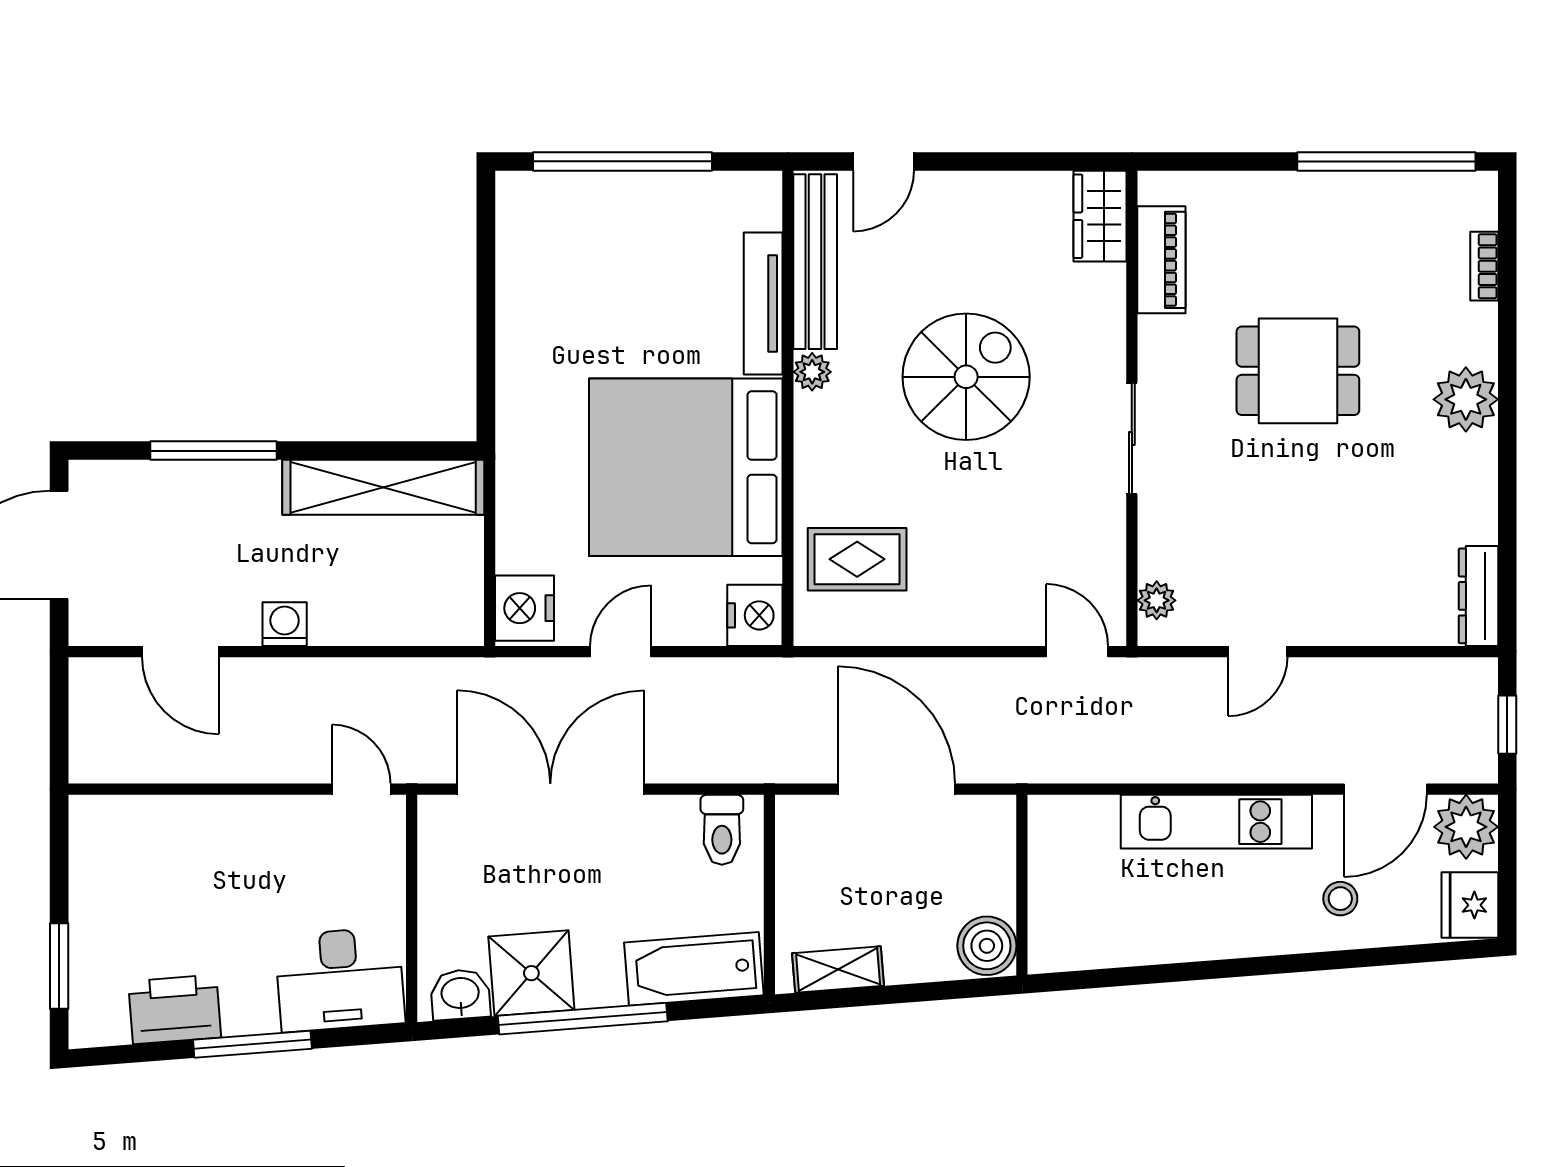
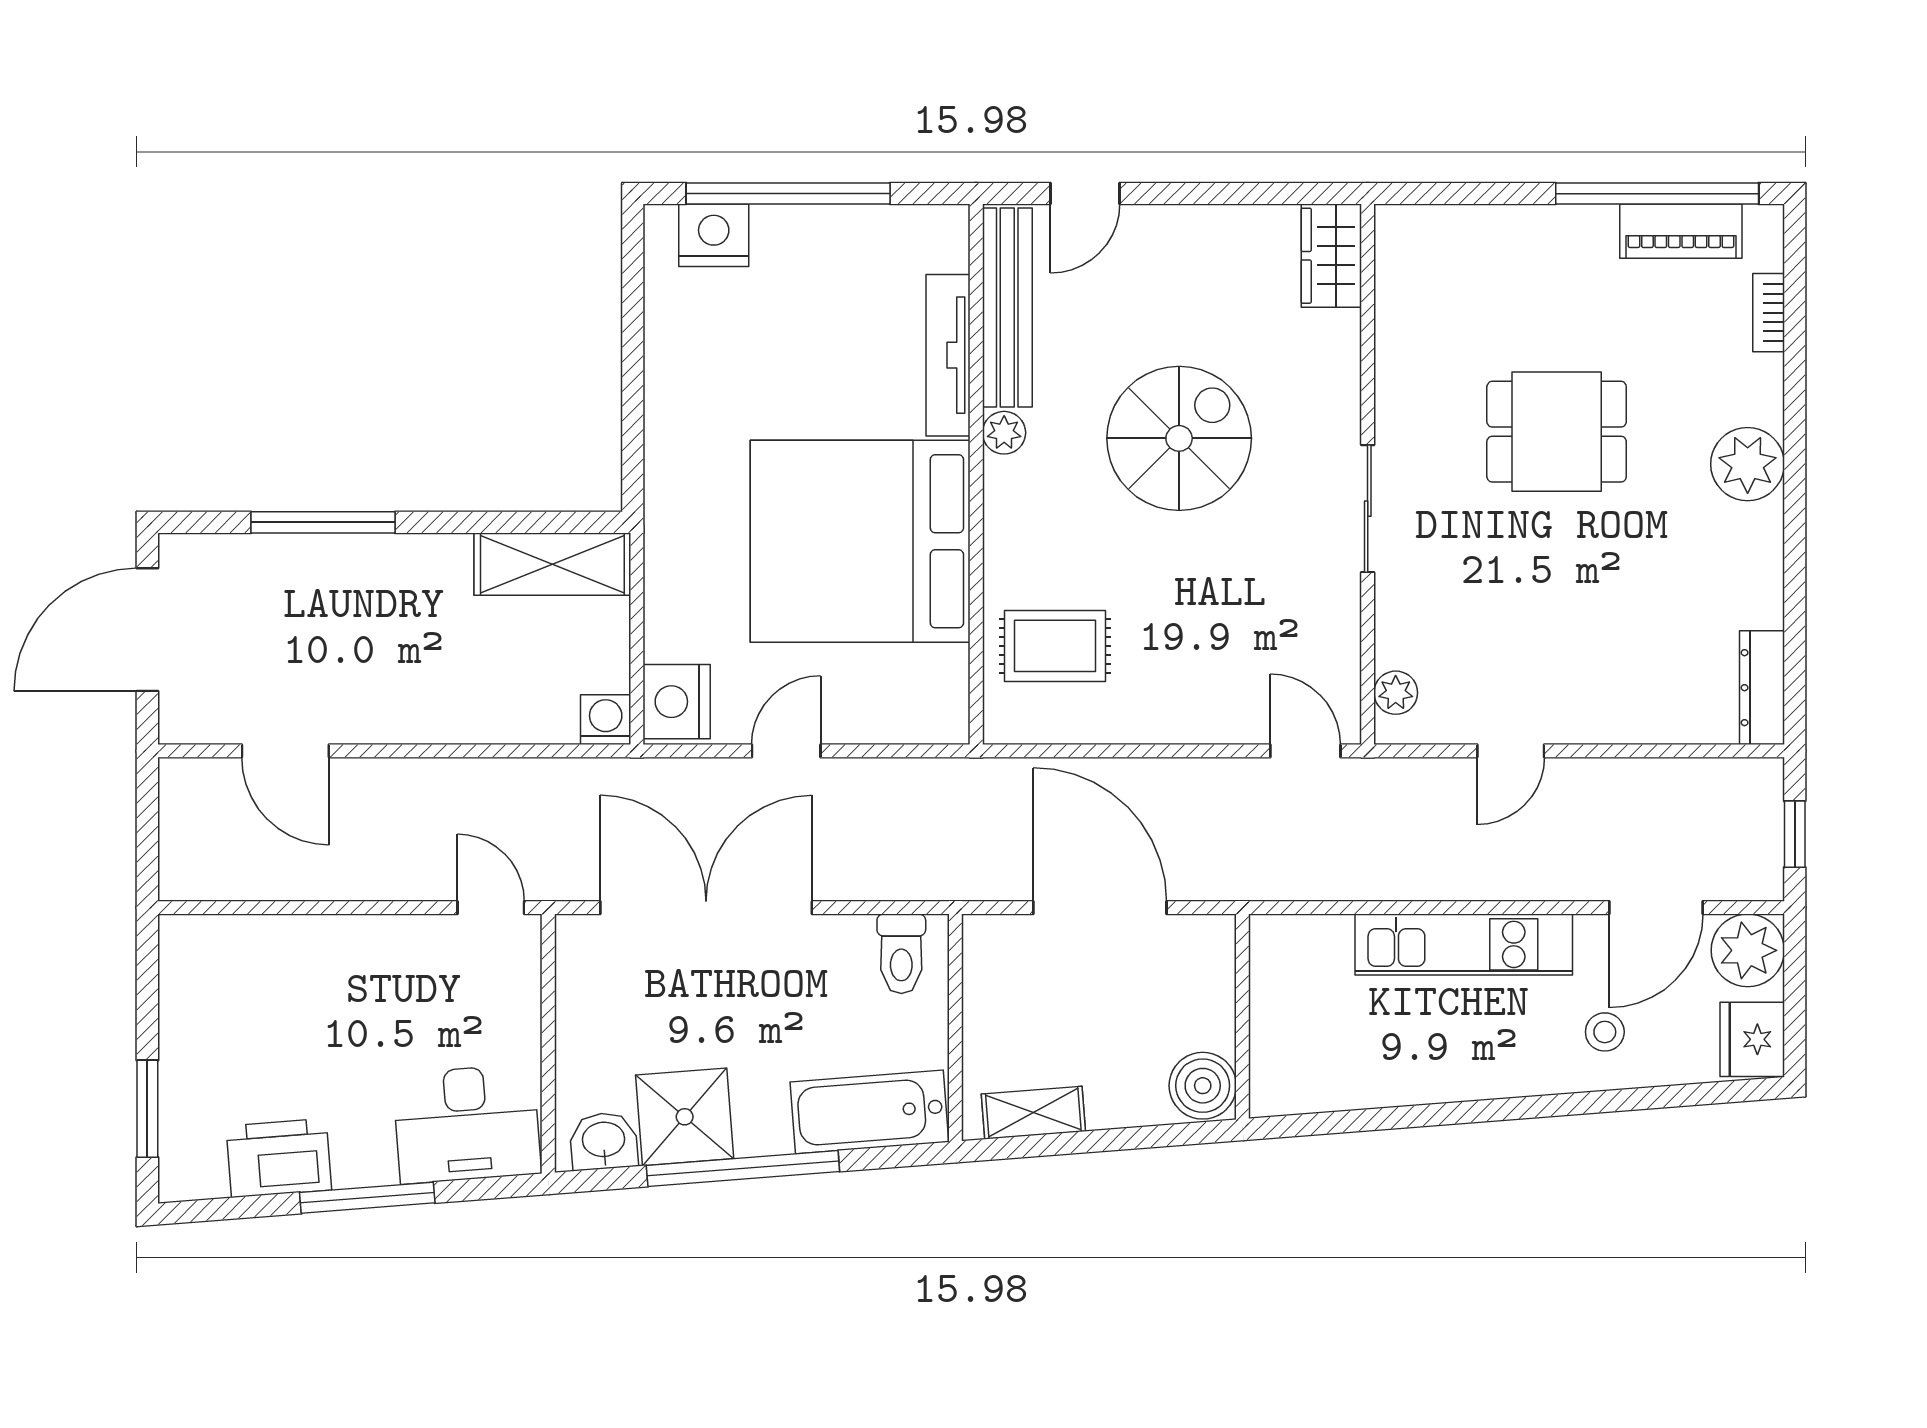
piano: (1161, 260) -> (1681, 231), moved, turned 90
shelving: (383, 487) -> (552, 564), width x0.68
nightstand: (755, 615) -> (714, 235), moved, turned -90
washing machine: (285, 624) -> (606, 720), moved

